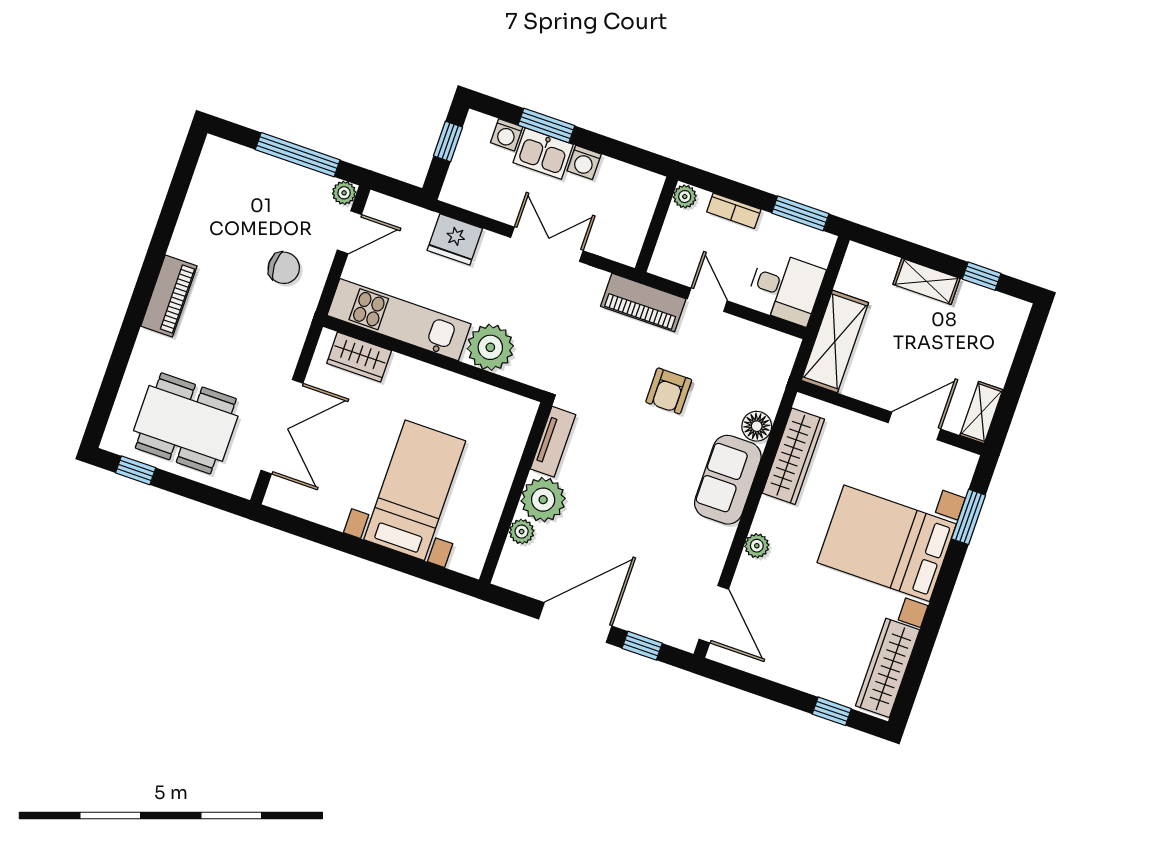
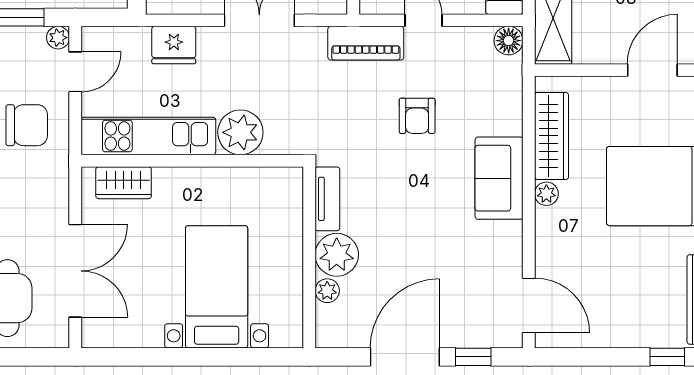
chair: (284, 268) -> (27, 125), width x1.37, depth x1.37
floor lamp: (757, 426) -> (509, 41), moved
plant: (757, 546) -> (546, 194), moved

